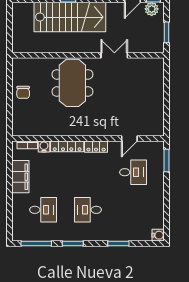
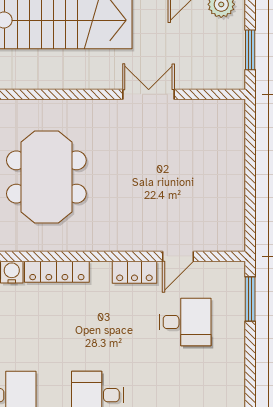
meeting table: (72, 83) -> (46, 177), moved
locker: (96, 147) -> (134, 272), moved

